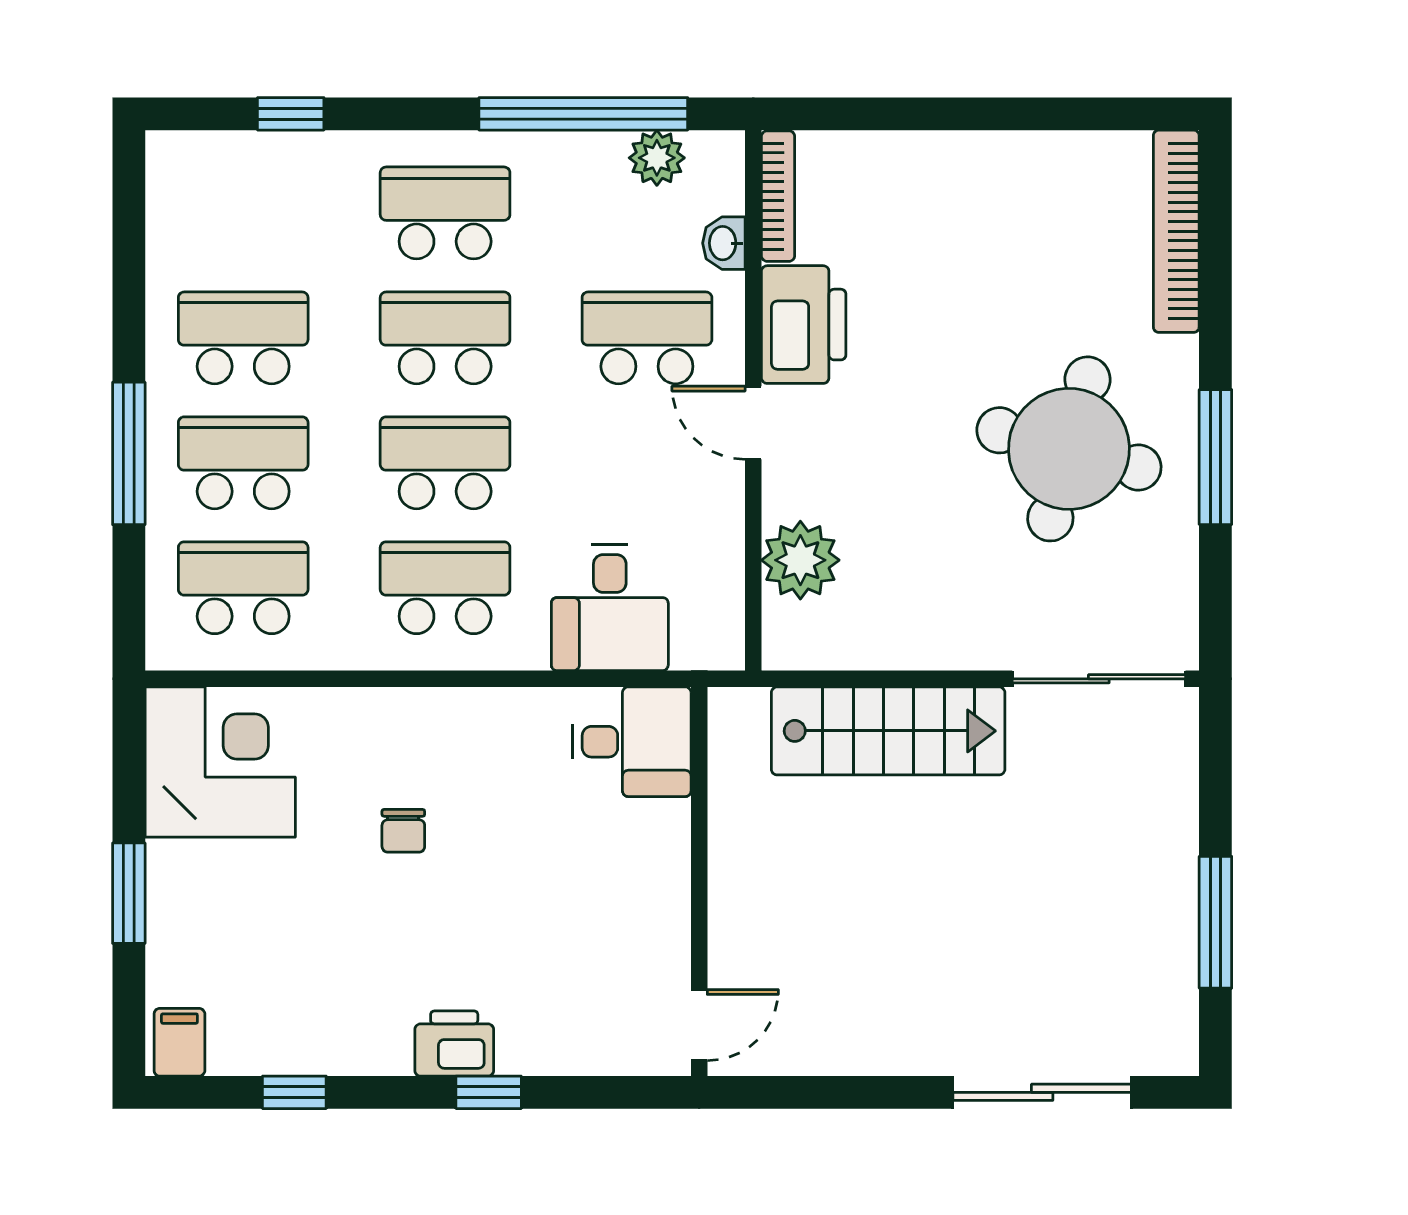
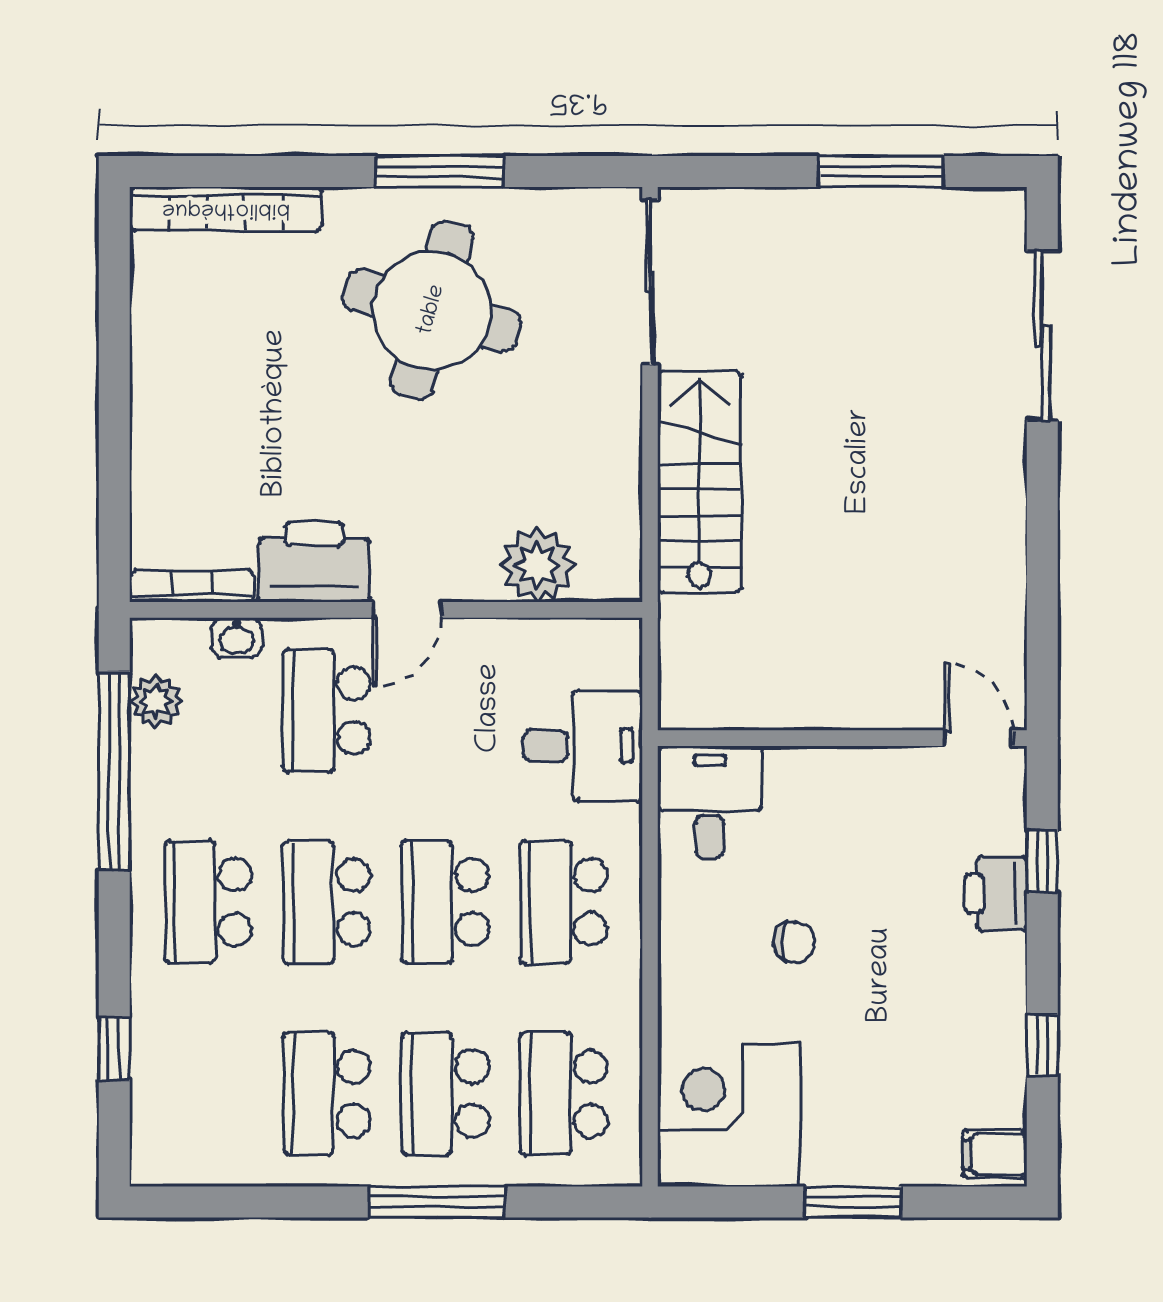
desk: (632, 742) -> (710, 802), moved
wall: (699, 882) -> (842, 738), moved
door: (699, 1025) -> (978, 738), moved

